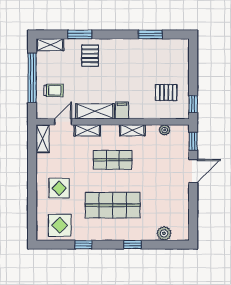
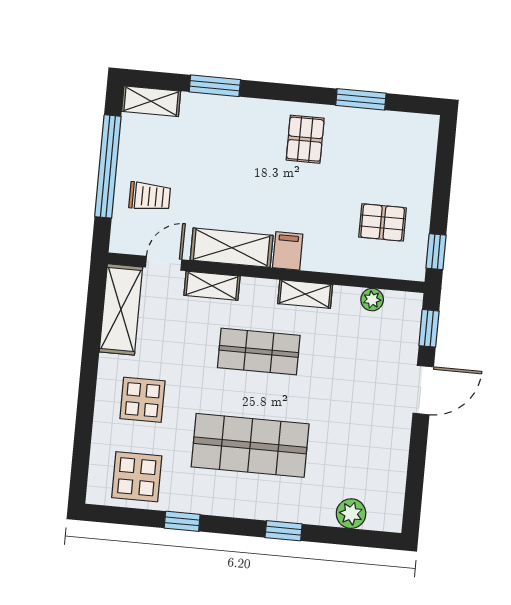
pallet: (90, 56) -> (305, 139), moved
shelving: (43, 139) -> (121, 309), width x1.50, depth x1.33

